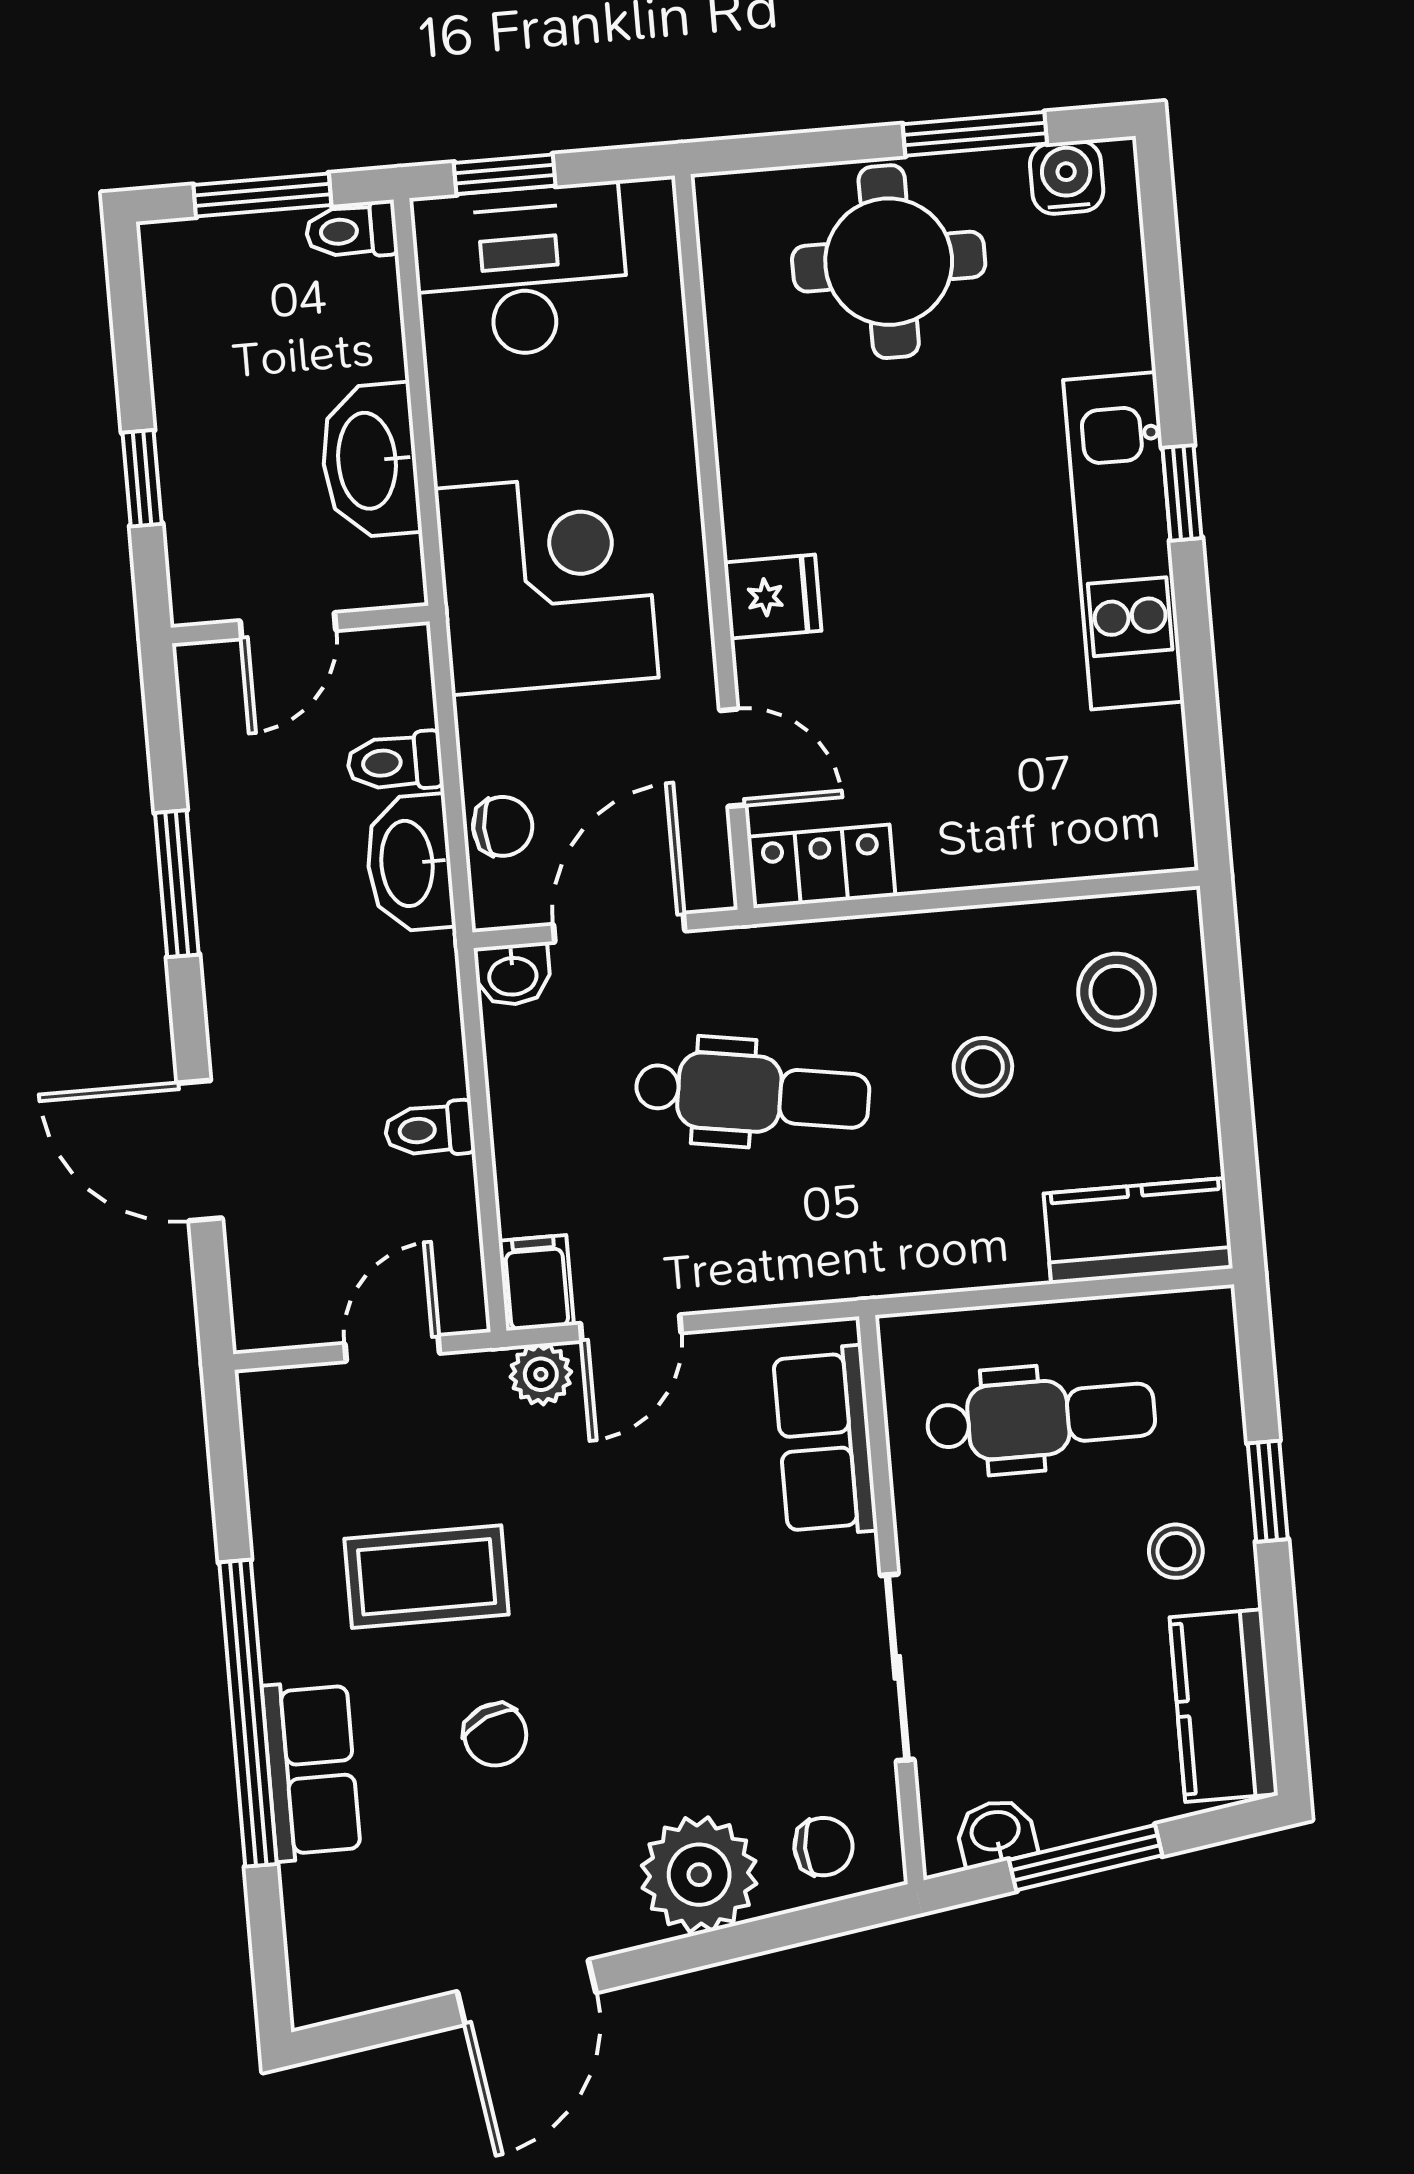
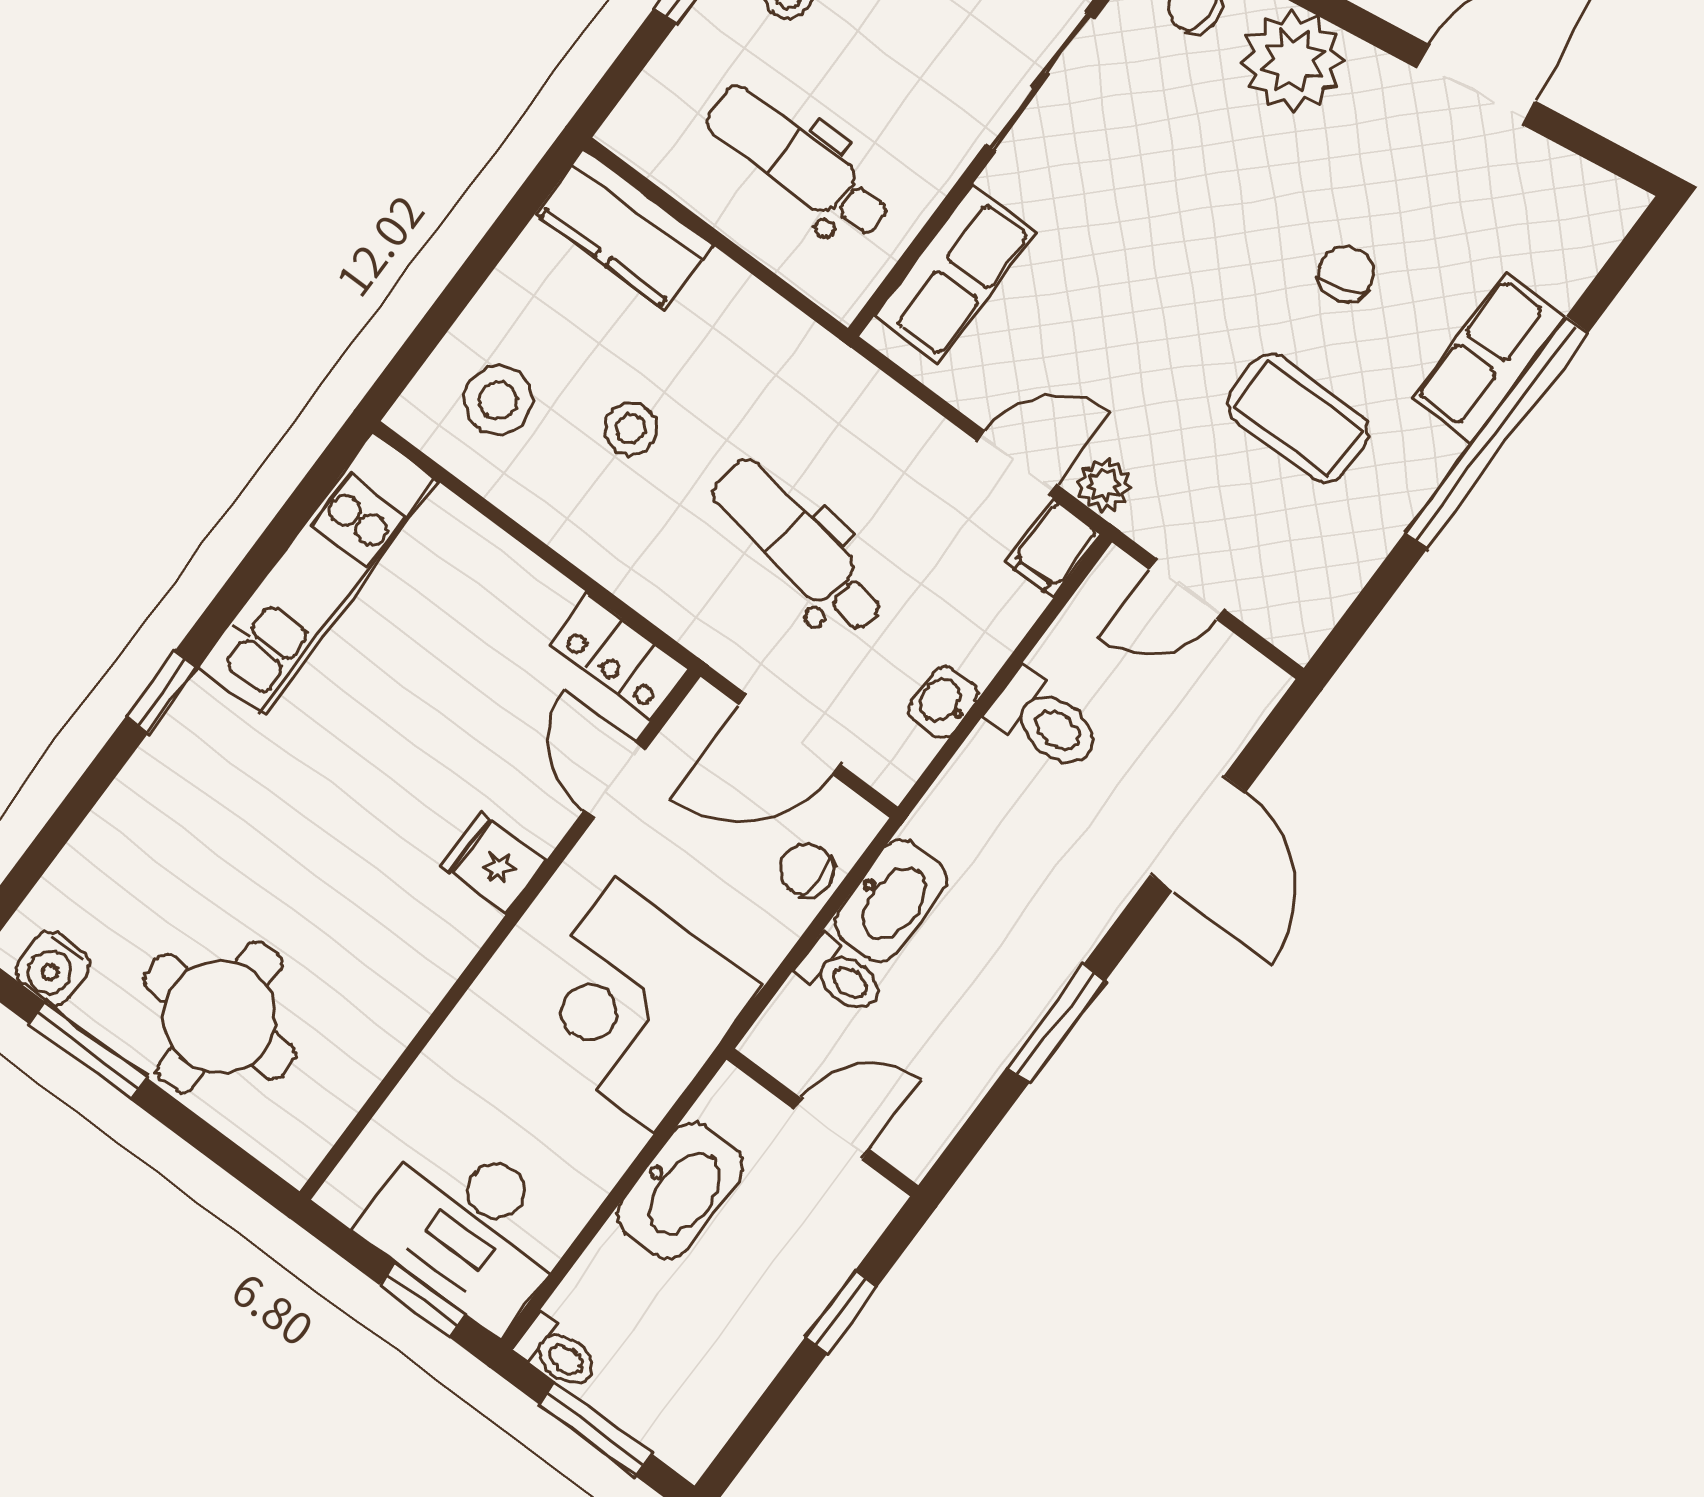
kitchen unit: (1124, 541) -> (318, 574), moved
washbasin: (513, 975) -> (943, 702), moved, turned -90
toilet: (429, 1130) -> (1046, 721), width x1.37, depth x1.39

